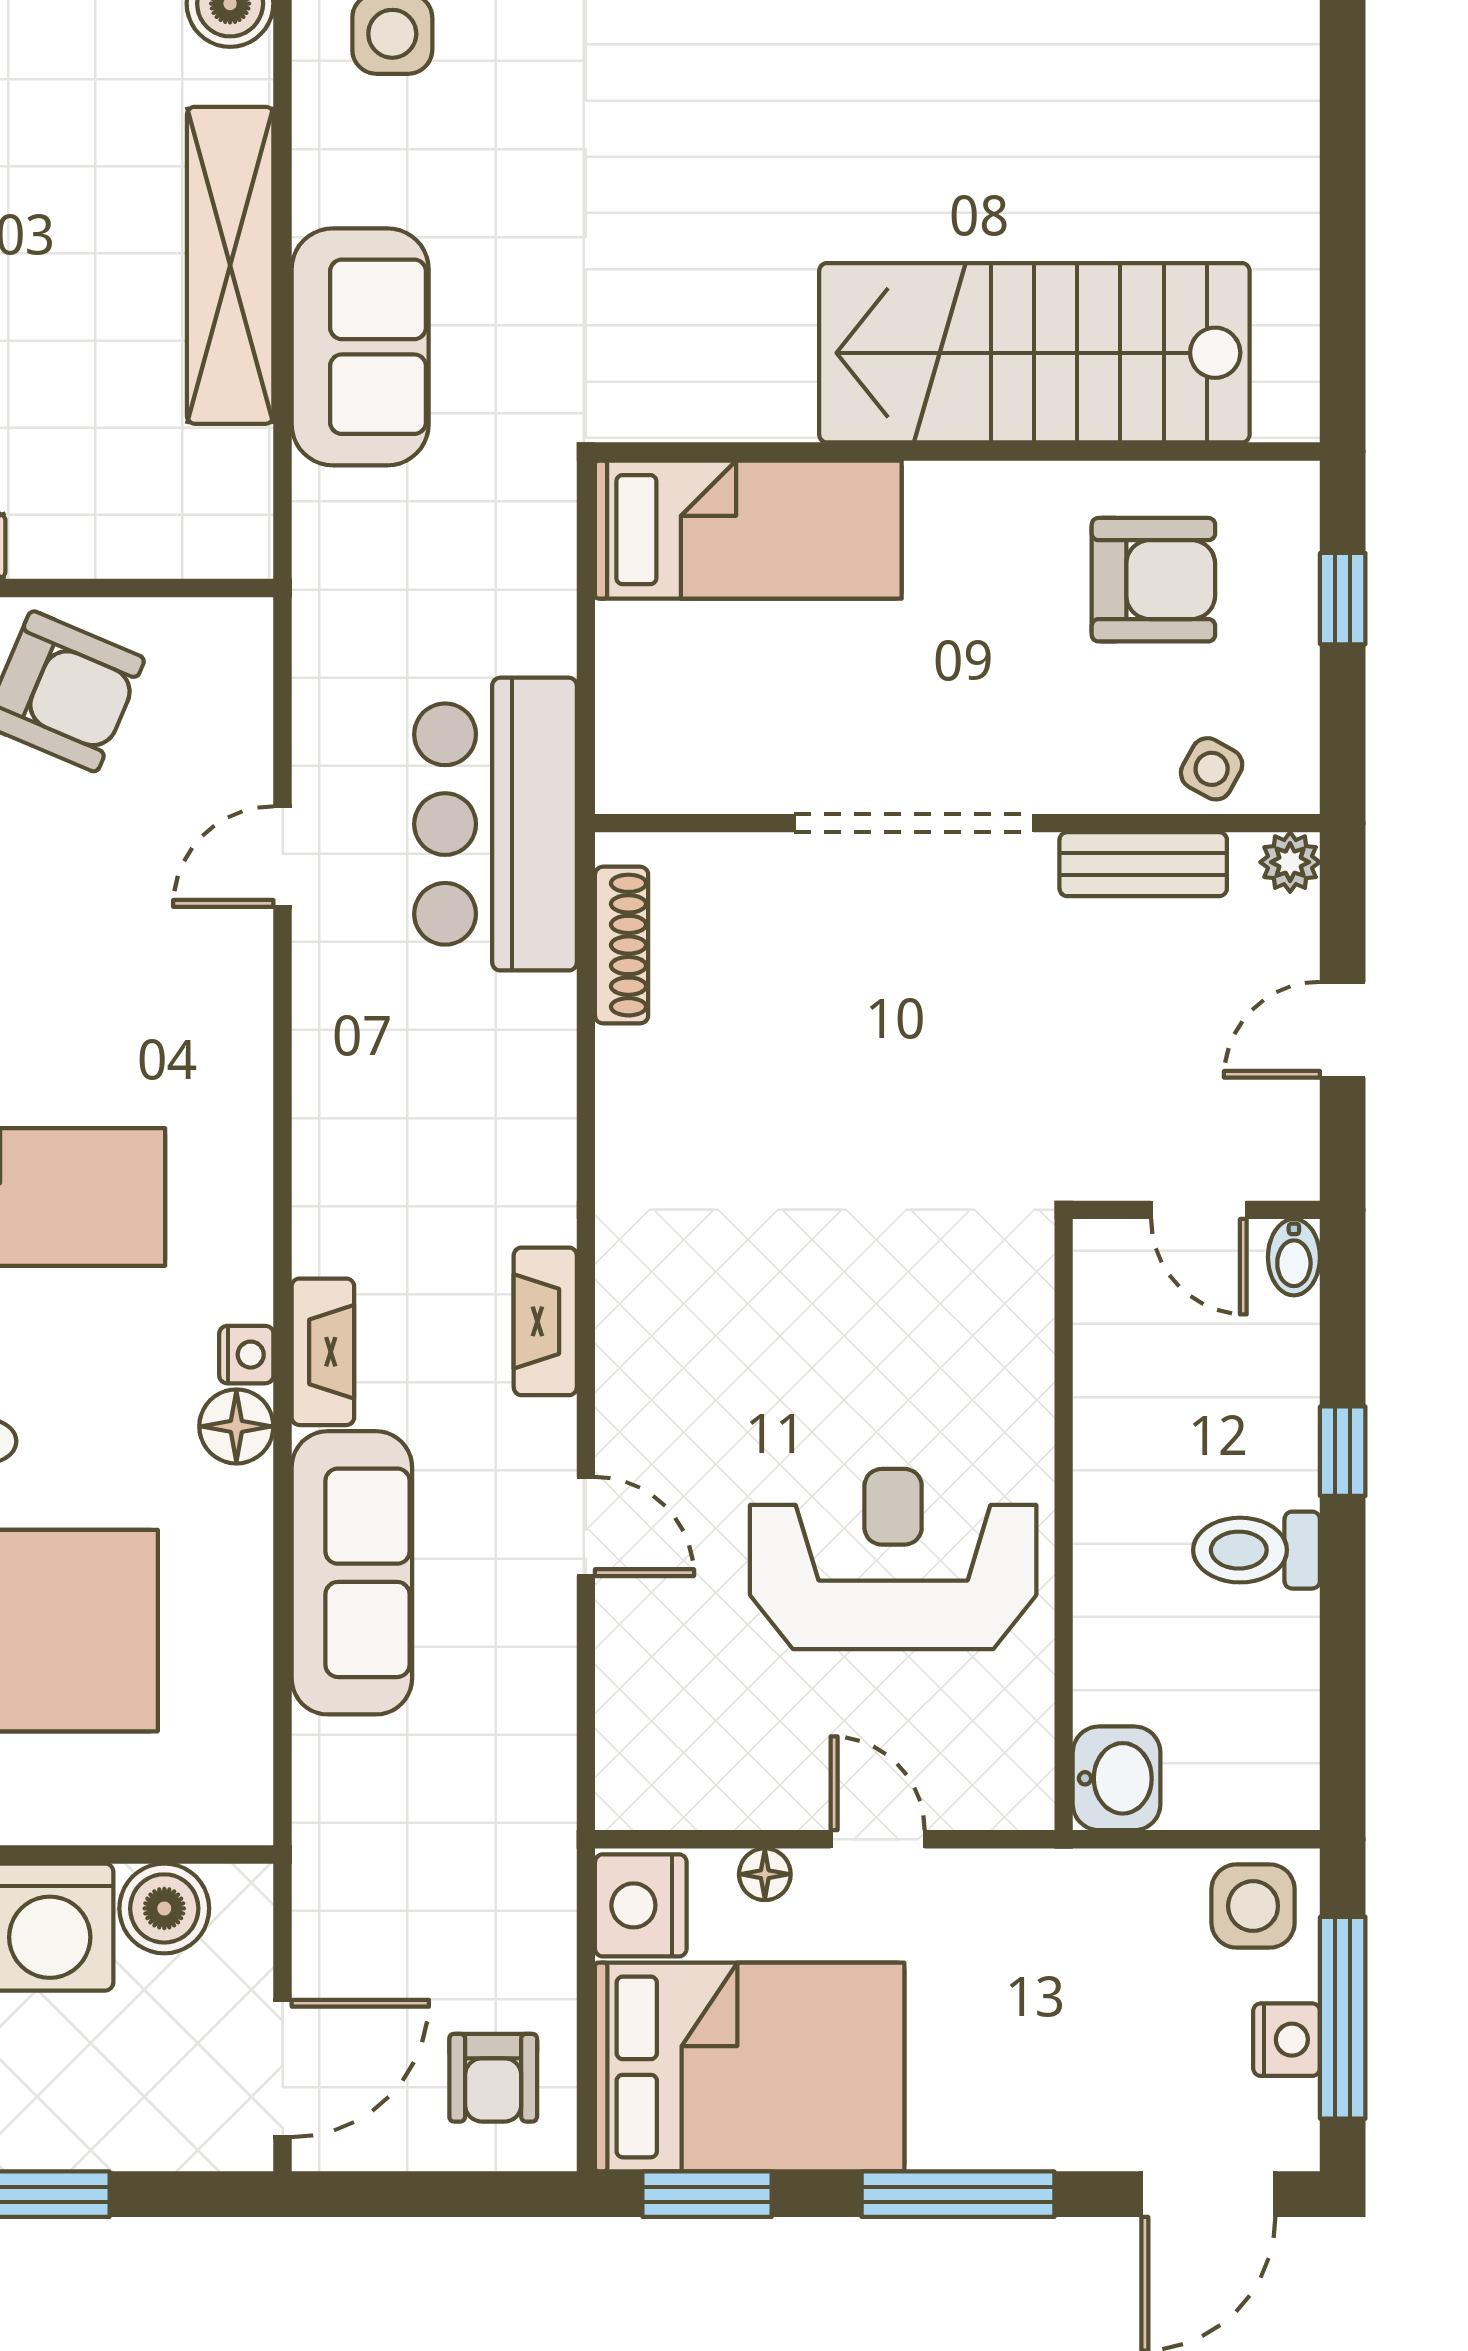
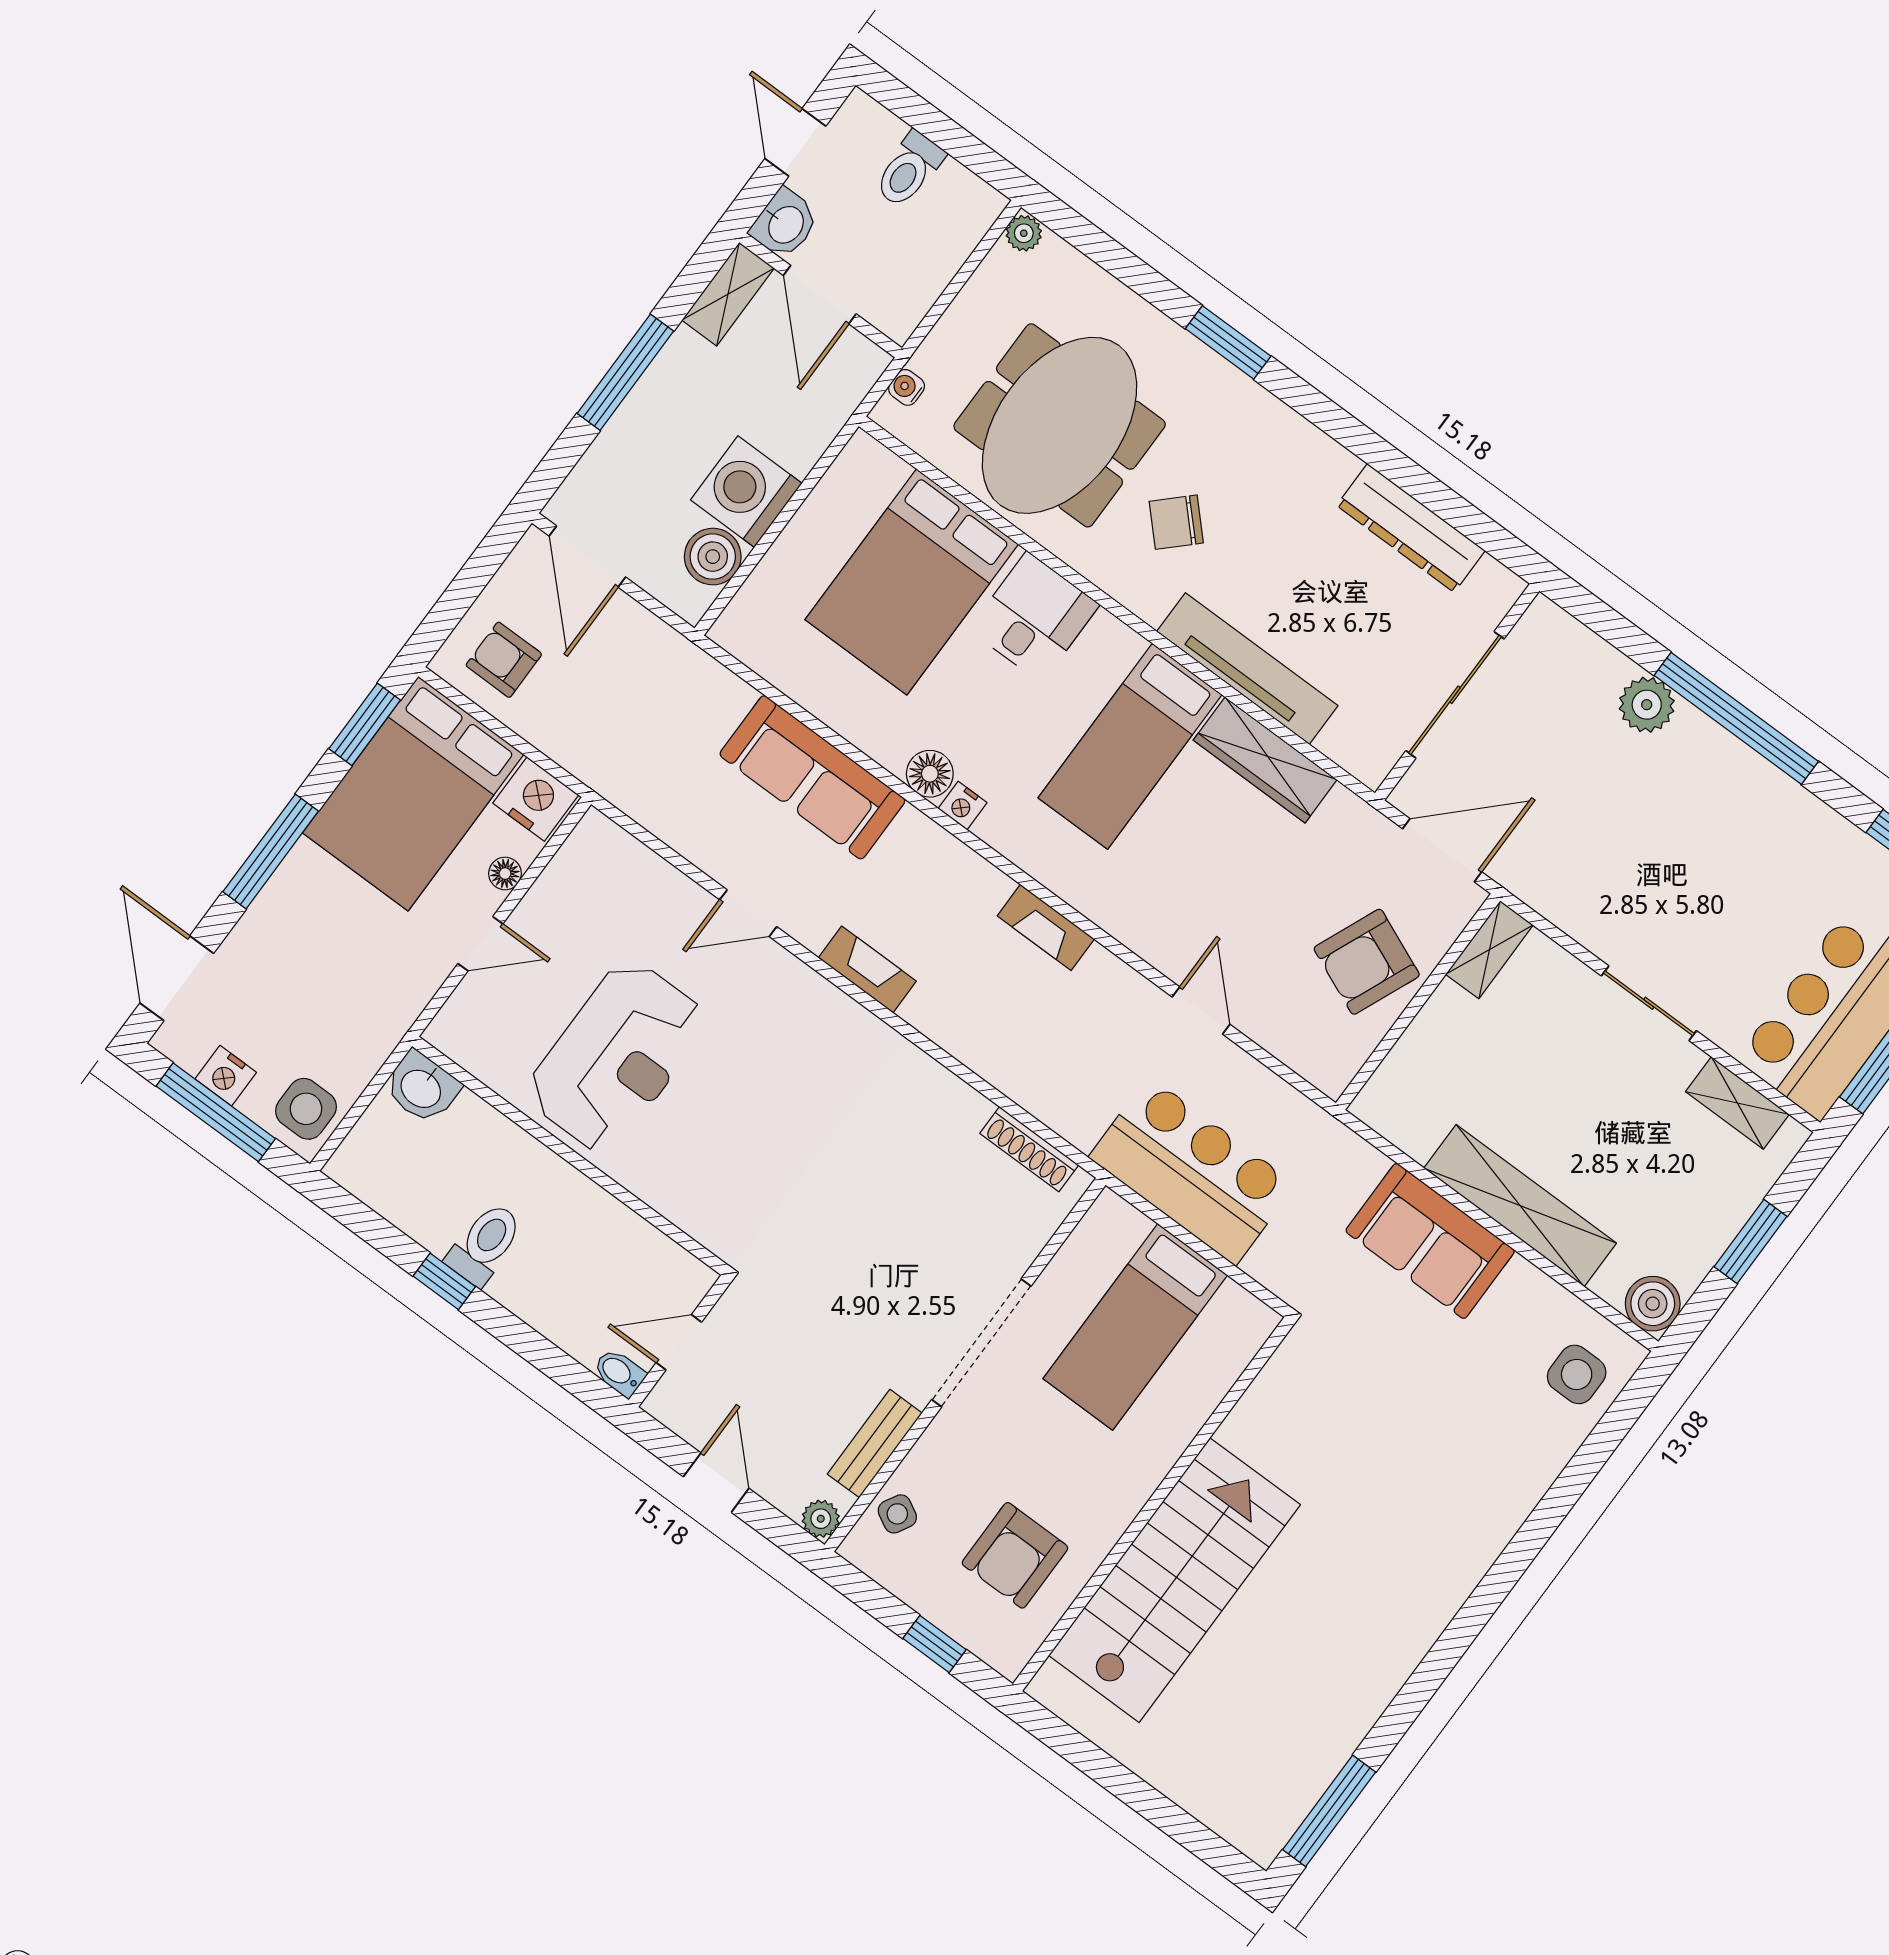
bed: (748, 530) -> (1135, 1327), moved
bar counter: (495, 824) -> (1192, 1171), moved
fireplace: (323, 1352) -> (1046, 927), moved
window: (1343, 1451) -> (444, 1281), moved

